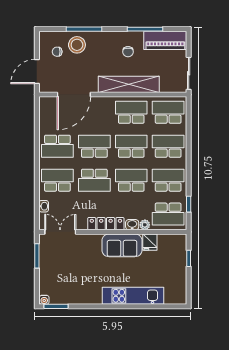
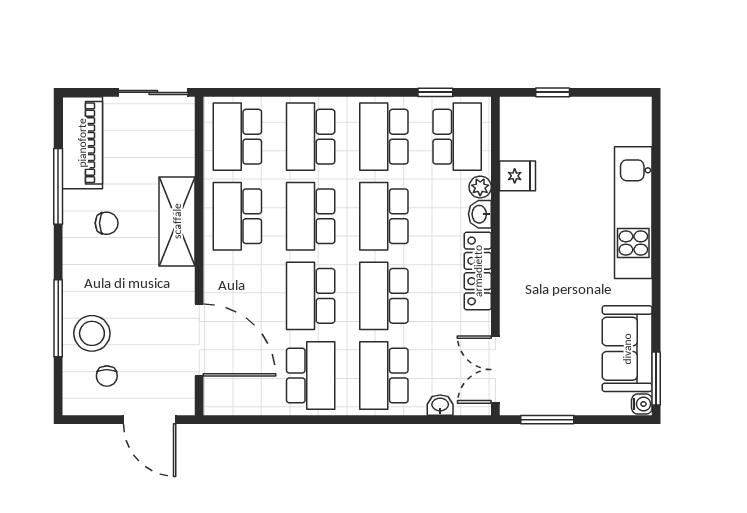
shelving: (129, 84) -> (177, 221), width x0.68
school desk: (94, 180) -> (384, 296), turned 180
sofa: (122, 245) -> (627, 349), moved, turned 180

